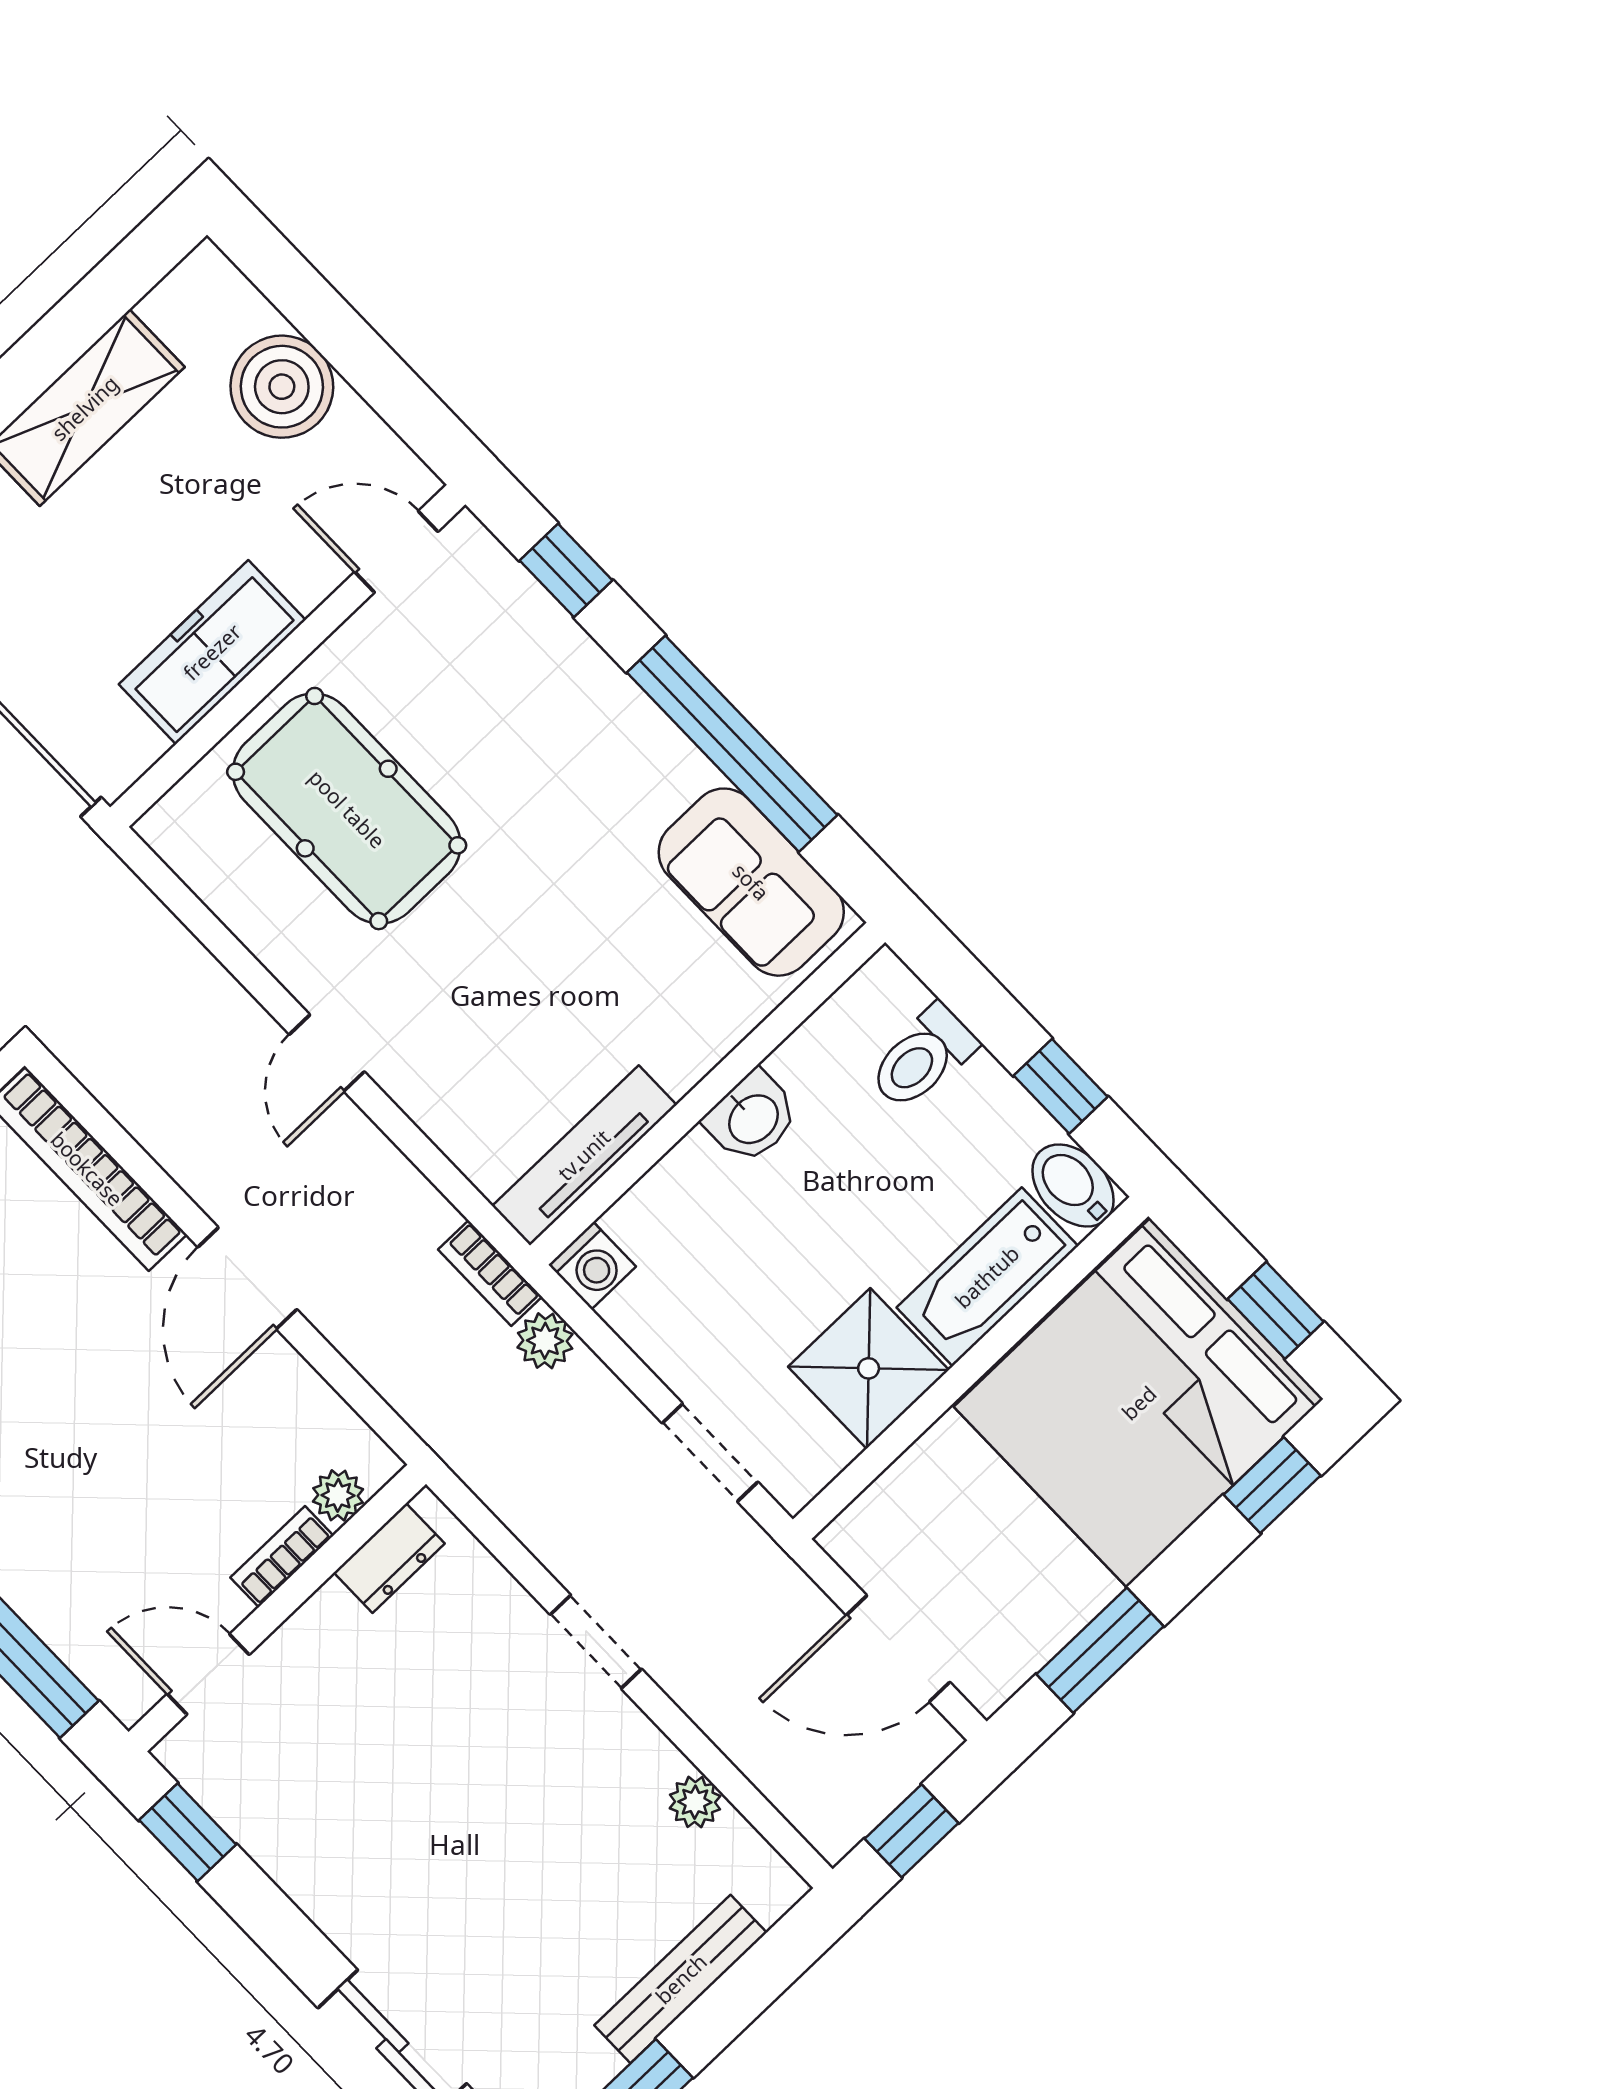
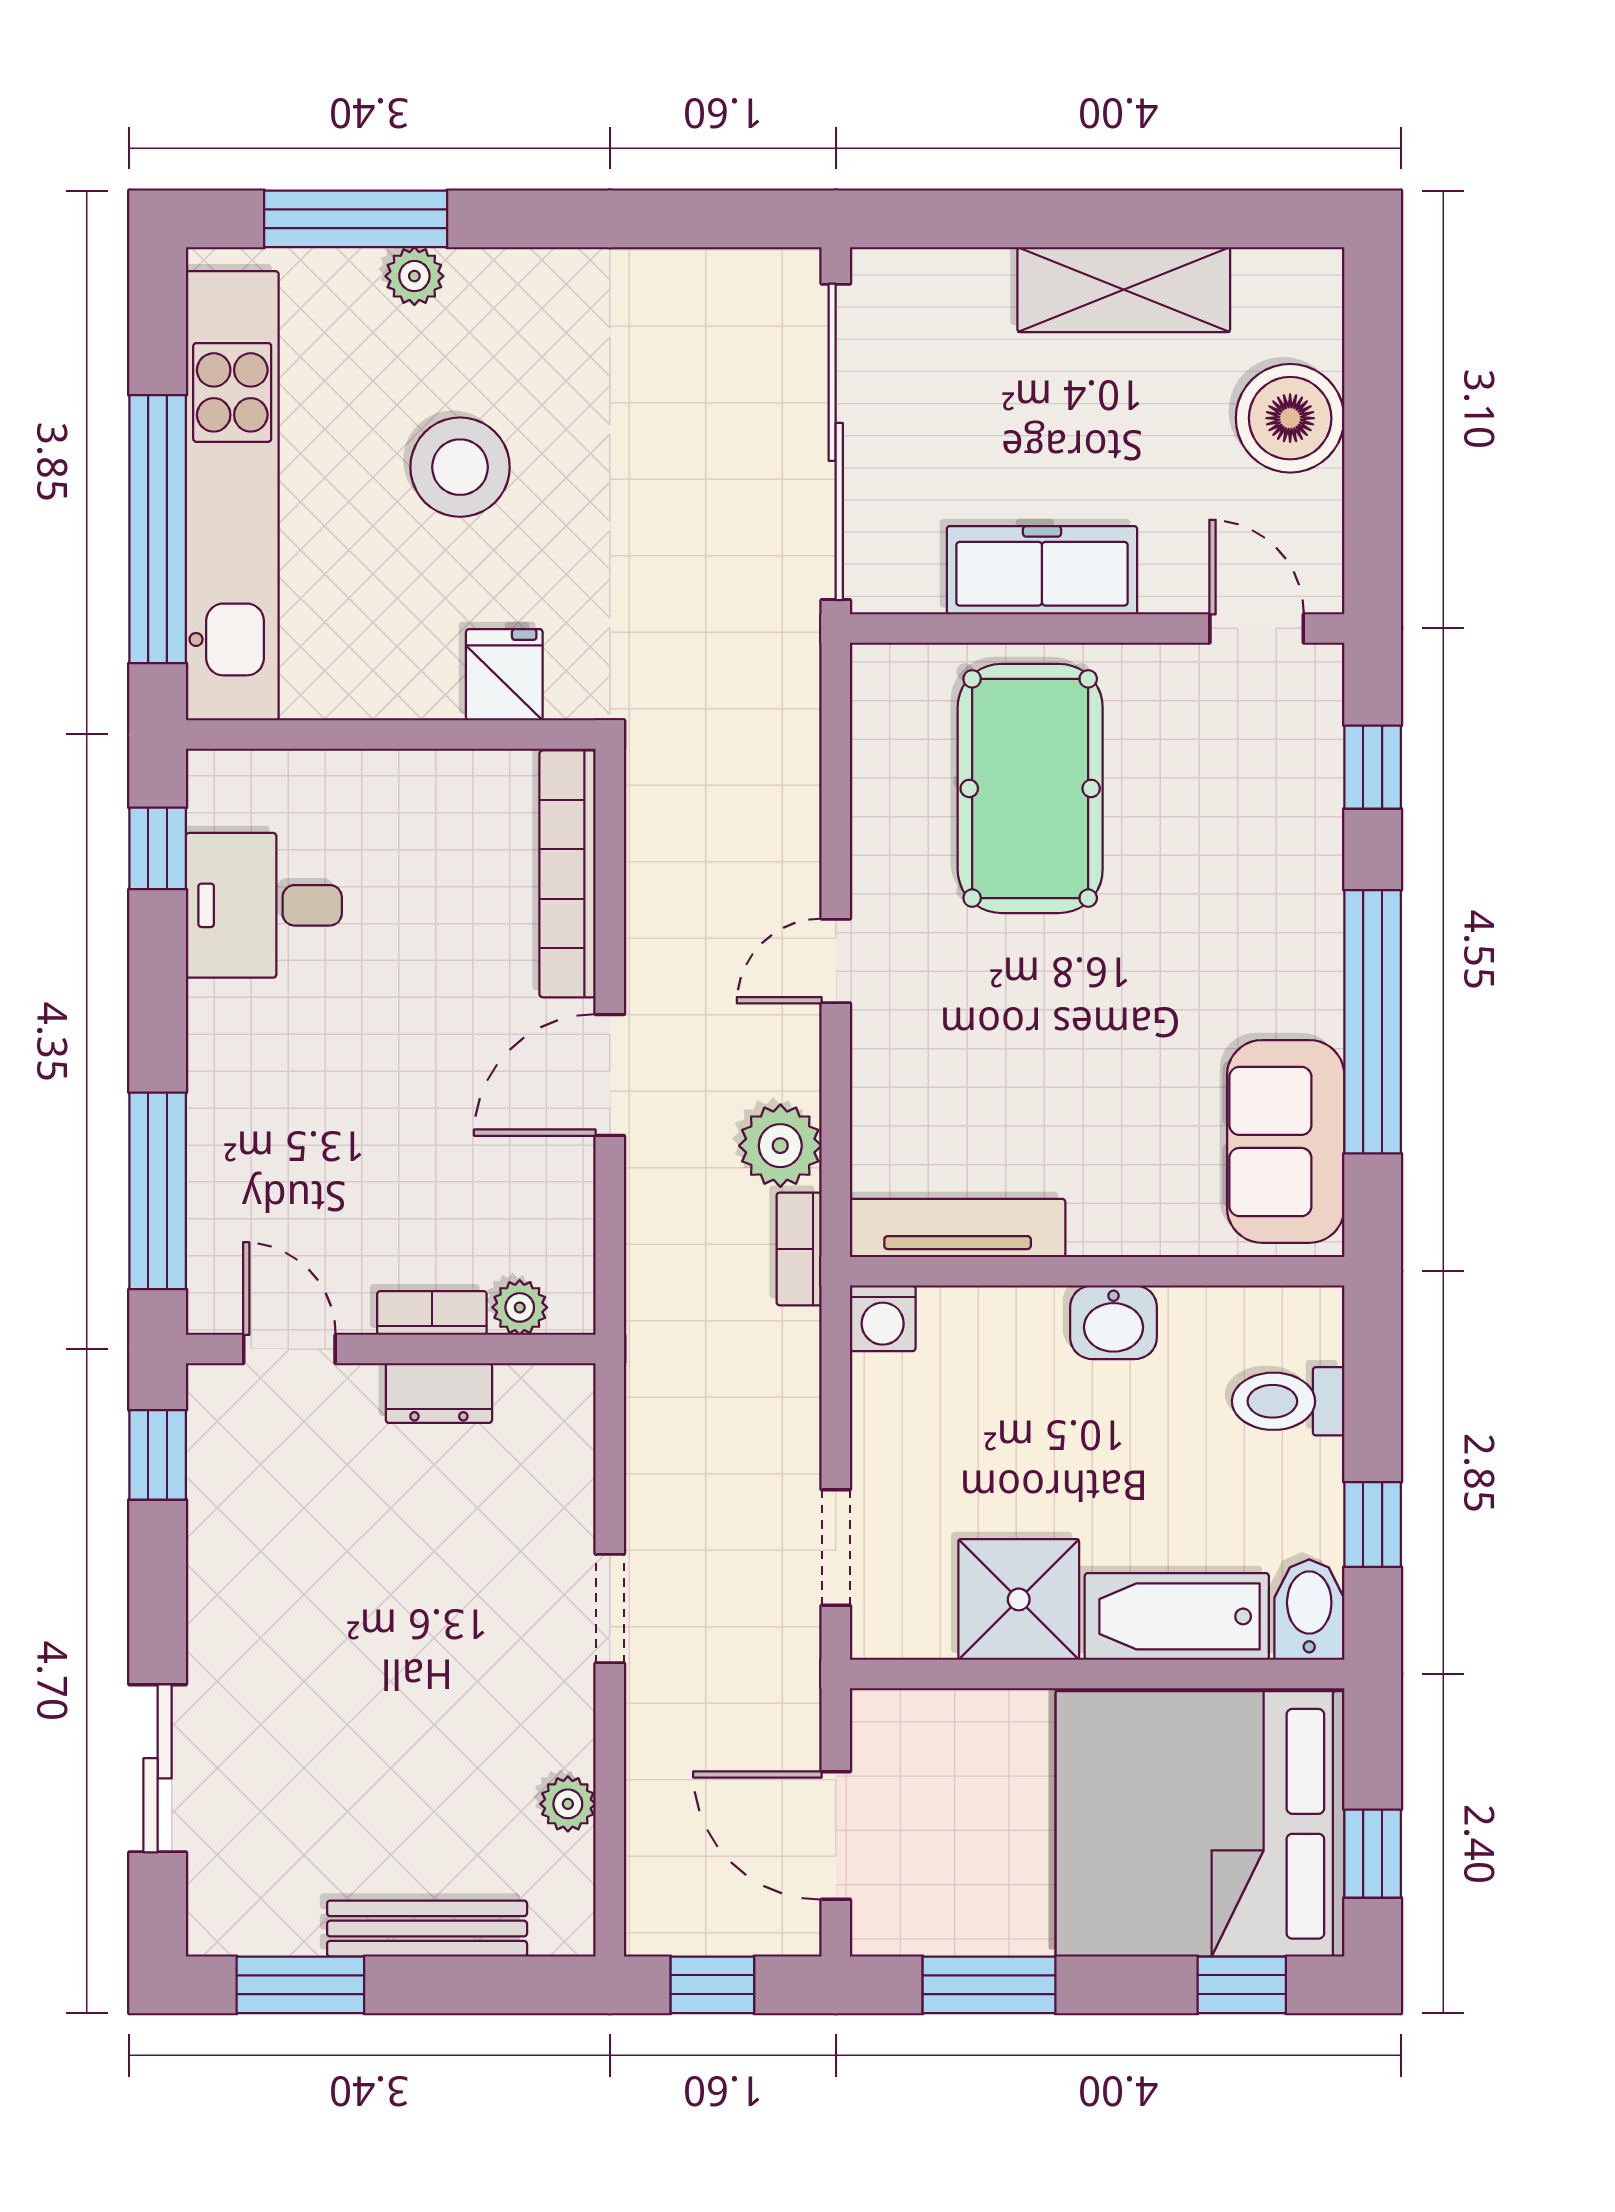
plant: (545, 1341) -> (780, 1146), moved, width x1.38, depth x1.38
dresser: (389, 1558) -> (439, 1393), moved

